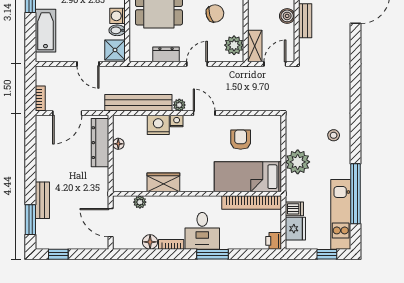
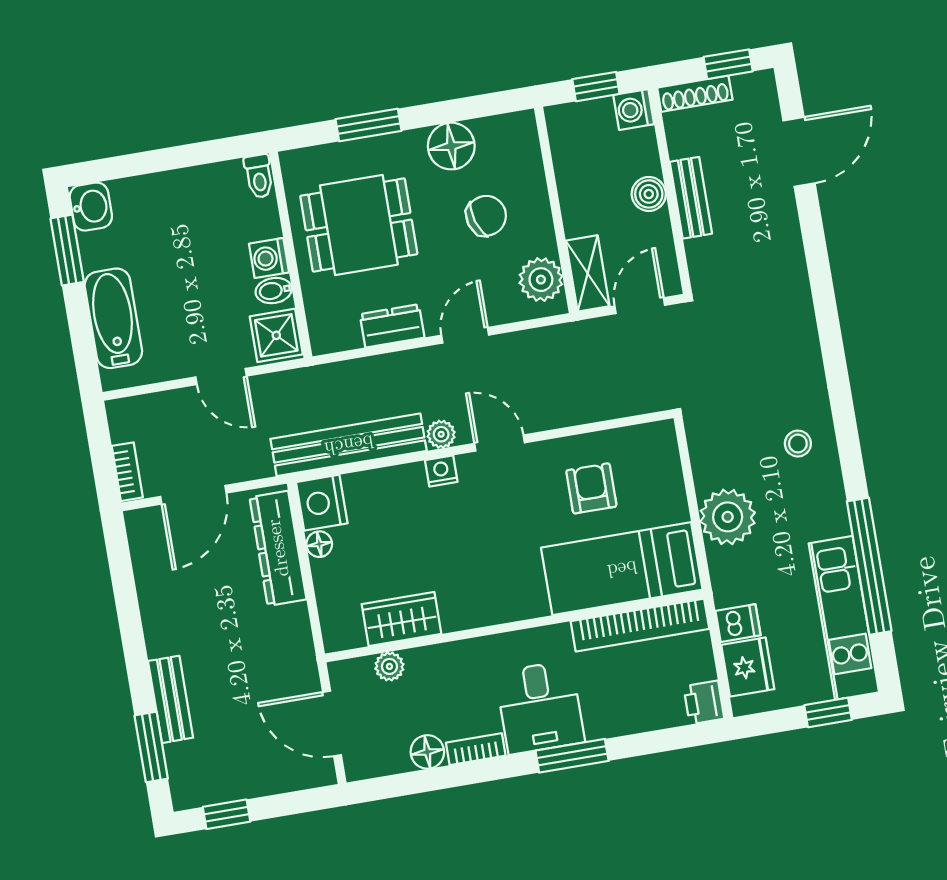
nightstand: (158, 125) -> (322, 503), moved, turned -90
wardrobe: (163, 182) -> (401, 619), moved

